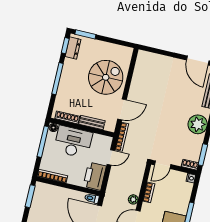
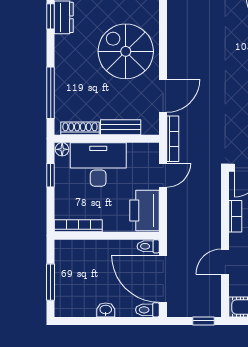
spiral stairs: (106, 77) -> (126, 51), turned -90
window: (57, 79) -> (51, 93), moved
window: (43, 142) -> (51, 175), width x0.46
window: (30, 196) -> (51, 282), moved
plant: (133, 199) -> (214, 233), removed

